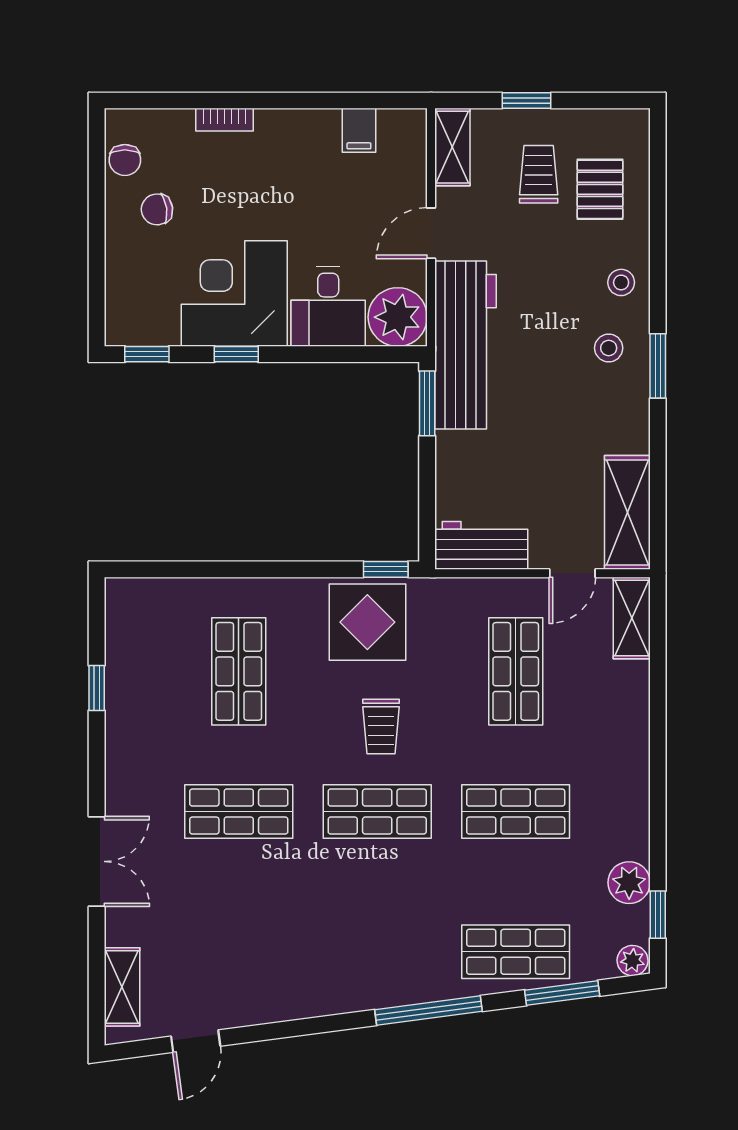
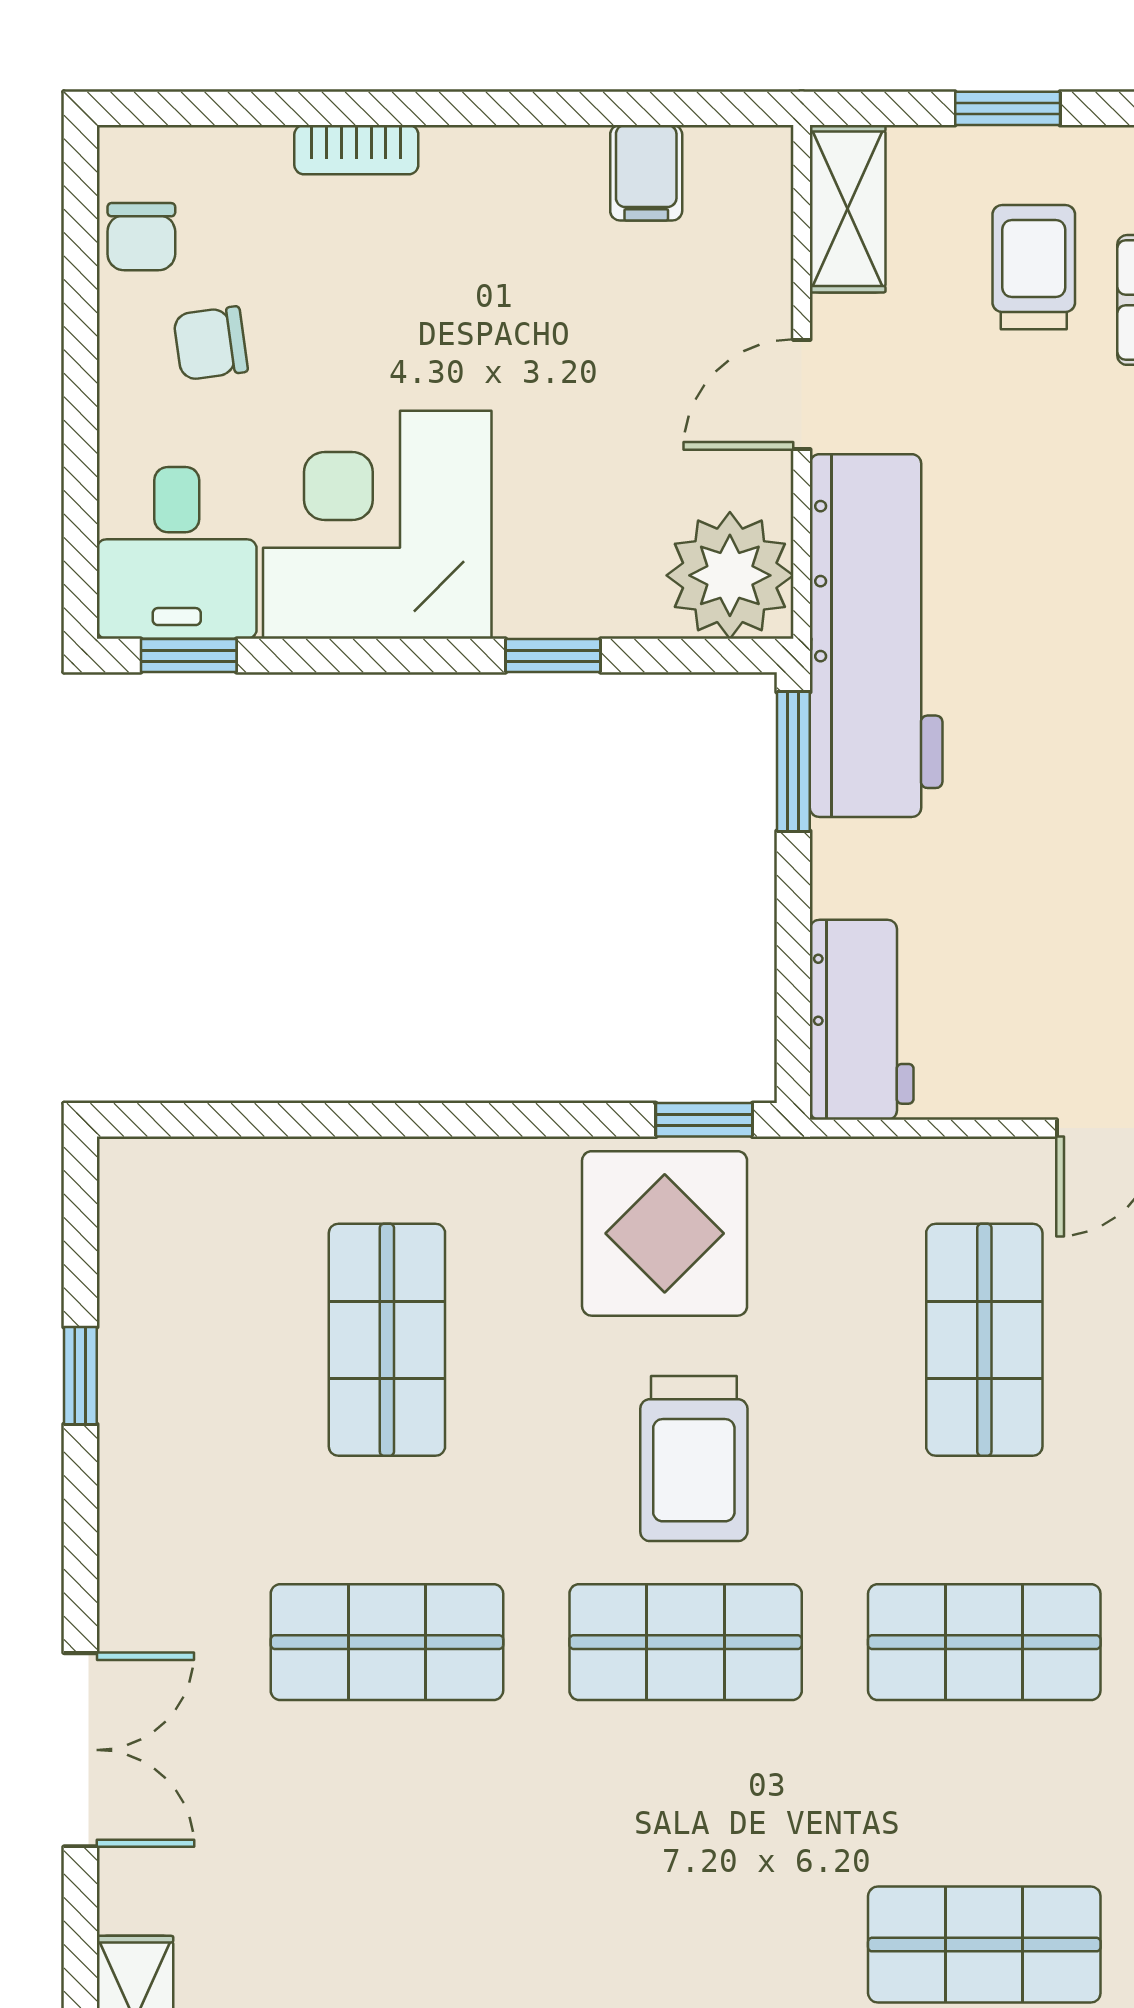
desk: (328, 307) -> (177, 553), moved
window: (236, 354) -> (553, 656), moved
workbench: (481, 545) -> (862, 1020), moved, turned 90
trolley: (381, 726) -> (694, 1459), width x1.36, depth x1.39

